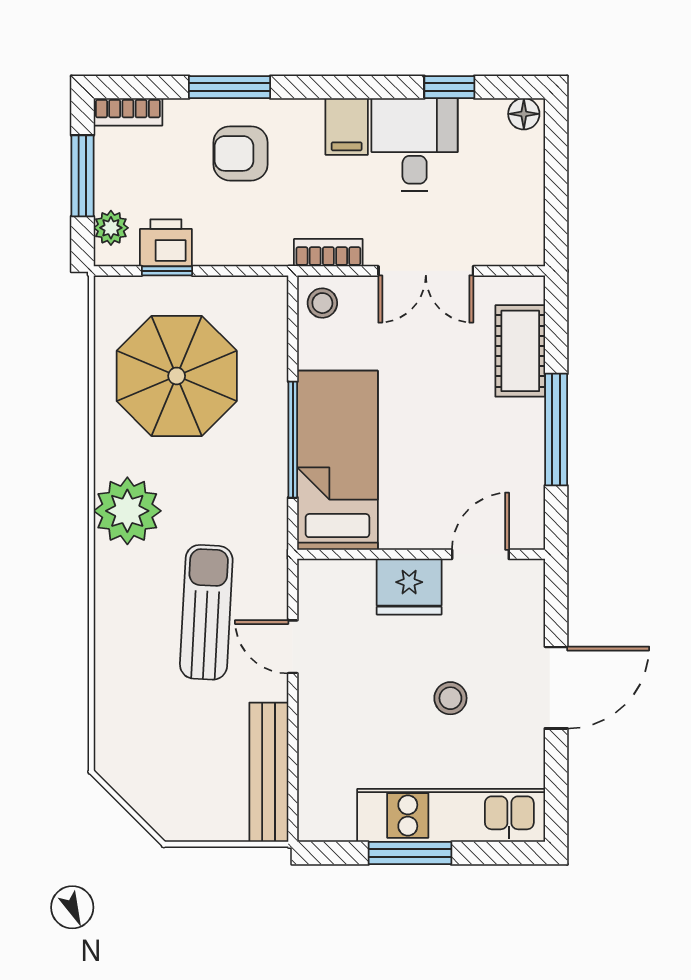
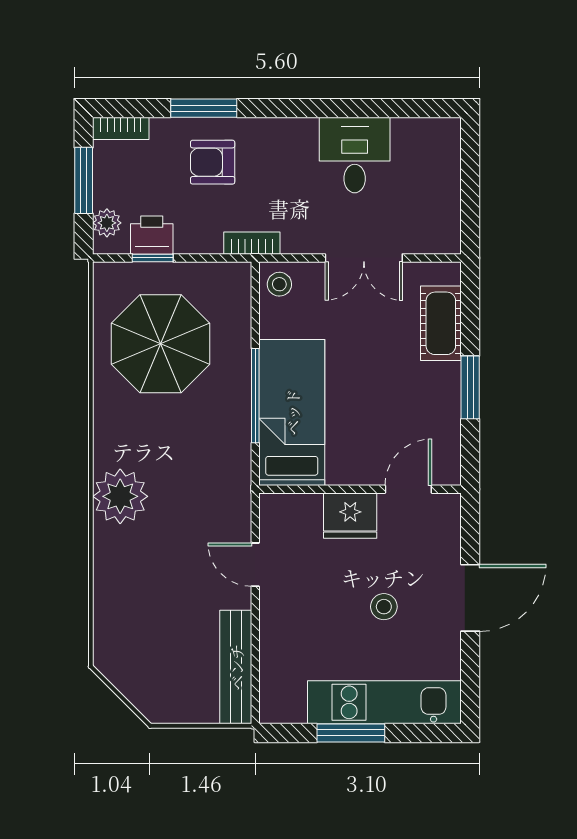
window: (449, 87) -> (383, 108), removed
floor lamp: (524, 114) -> (444, 130), removed
filing cabinet: (347, 127) -> (299, 140), removed
bookcase: (328, 253) -> (252, 243), moved
window: (556, 430) -> (470, 387), width x0.69
plant: (127, 511) -> (120, 496), moved
sun lounger: (206, 612) -> (185, 537), removed

